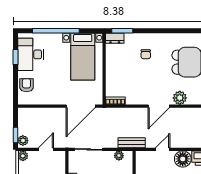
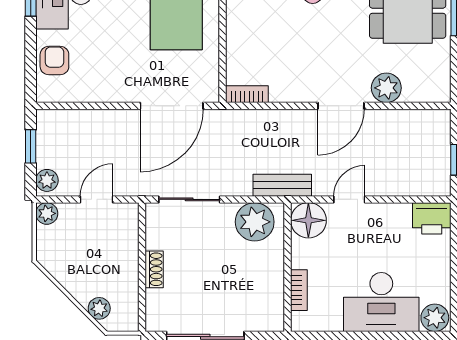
window: (15, 135) -> (31, 146), moved
plant: (119, 156) -> (255, 222), width x1.88, depth x1.88
floor lamp: (183, 159) -> (308, 220), moved

